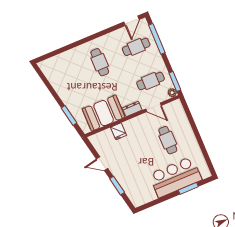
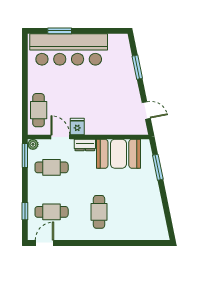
window: (157, 39) -> (25, 211), width x0.46
fridge: (119, 131) -> (77, 127), moved
cafe table: (168, 140) -> (39, 110), moved
door: (102, 164) -> (146, 110), moved
bar counter: (175, 177) -> (69, 49), width x1.36

